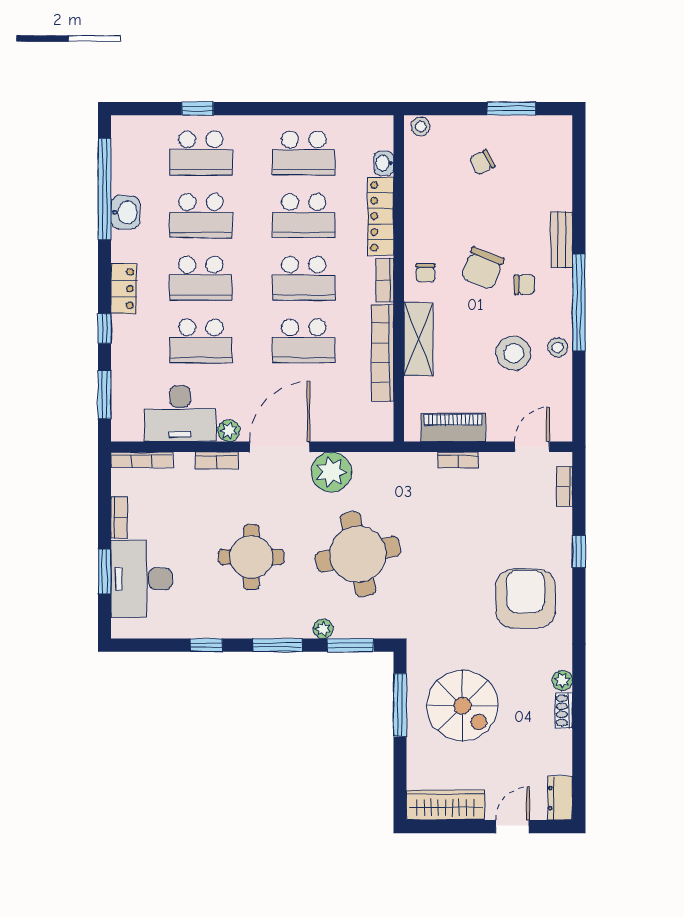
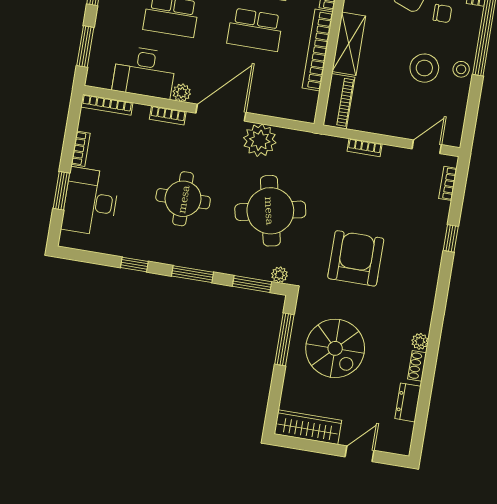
piano: (453, 427) -> (339, 101), moved, turned 90
armchair: (526, 599) -> (356, 258), moved
plant: (323, 629) -> (279, 275), moved
dresser: (560, 798) -> (408, 402), moved

